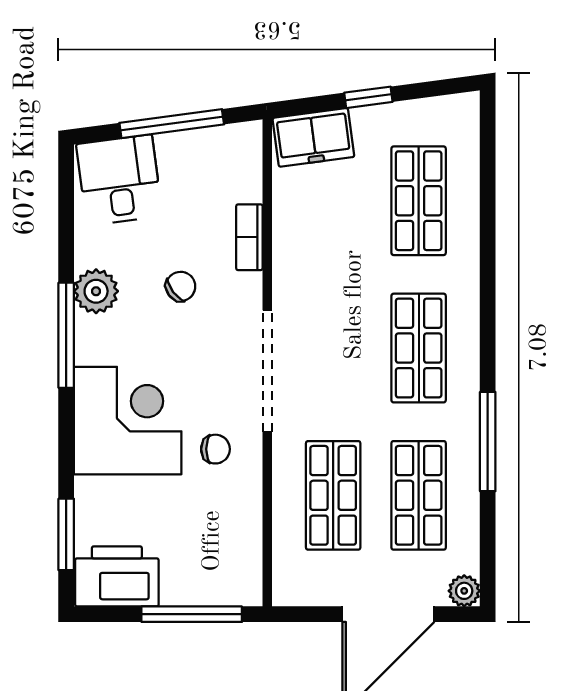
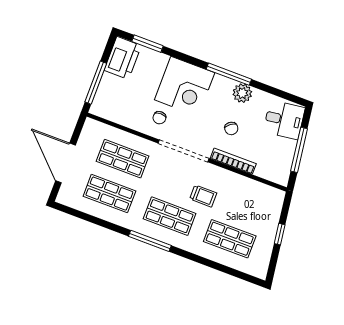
freezer: (313, 137) -> (272, 206), removed
bookcase: (249, 237) -> (233, 161), width x1.56
trolley: (348, 292) -> (203, 196), added
window: (488, 442) -> (150, 241), moved
plant: (464, 591) -> (63, 198), removed

